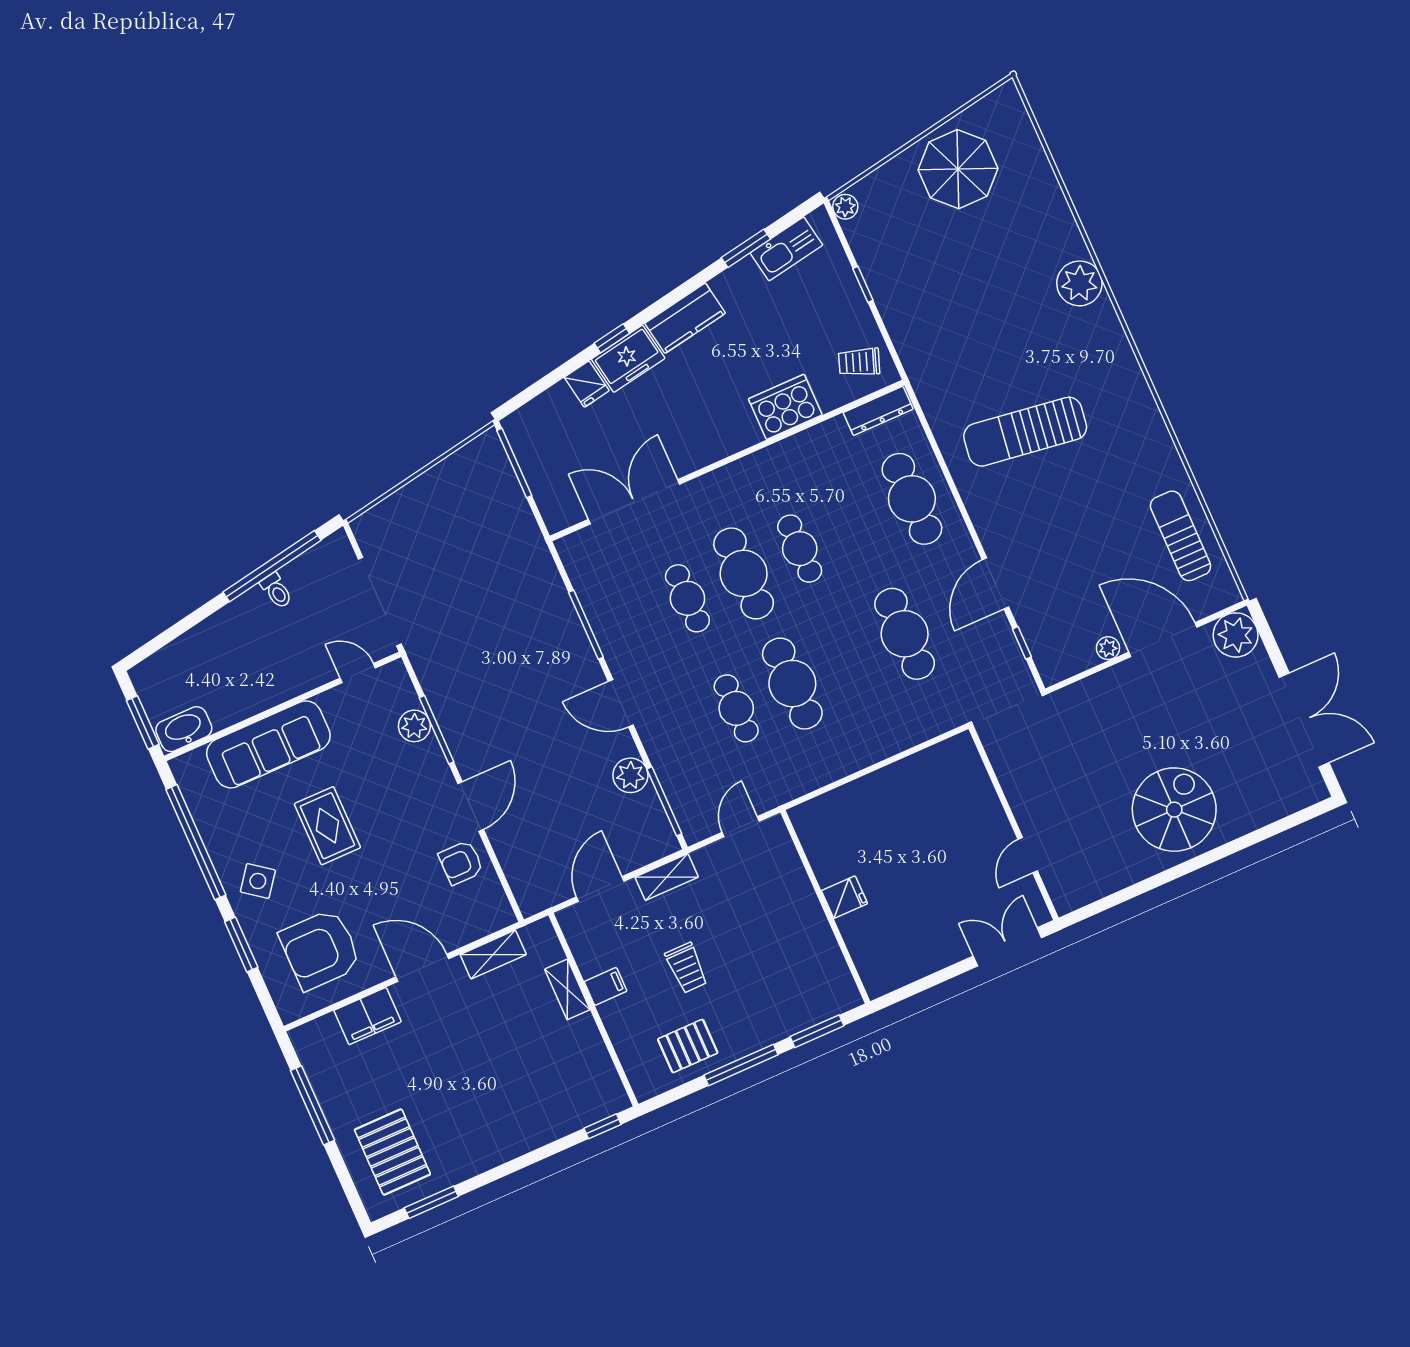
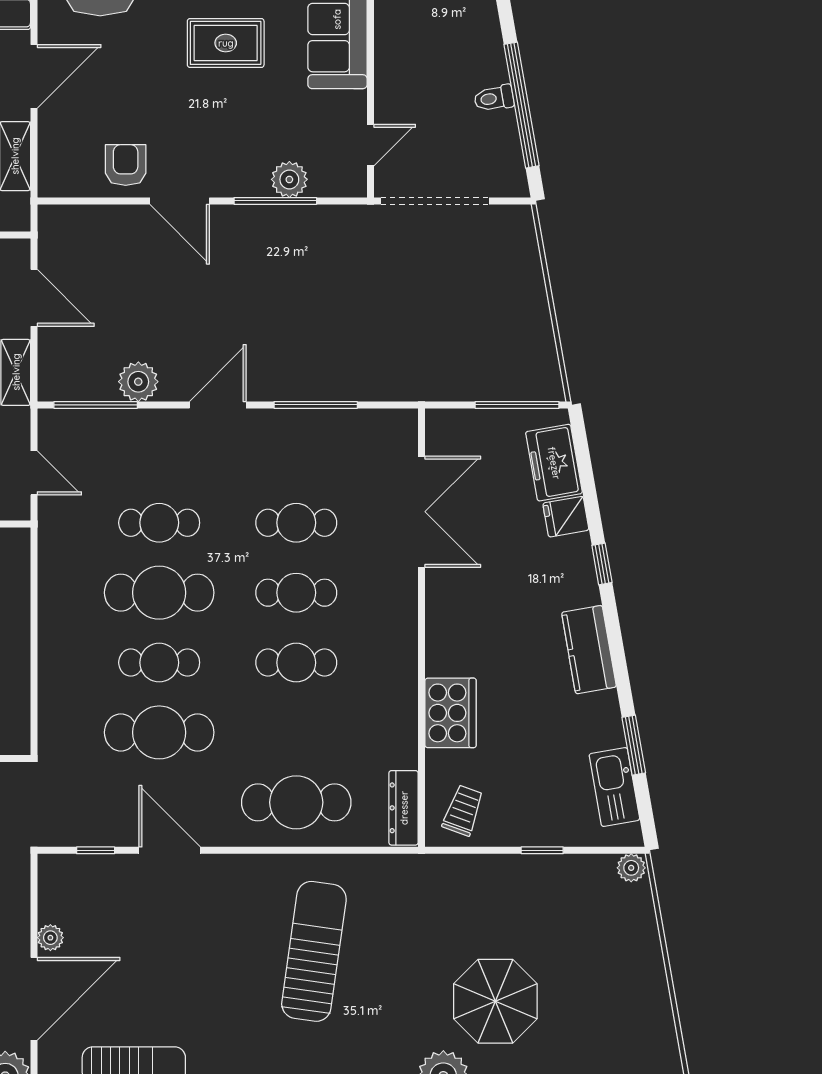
parasol: (958, 169) -> (495, 1001), moved
freezer: (628, 359) -> (554, 463), moved
cafe table: (744, 573) -> (296, 593), width x0.73, depth x0.74
cafe table: (848, 659) -> (159, 663), added

